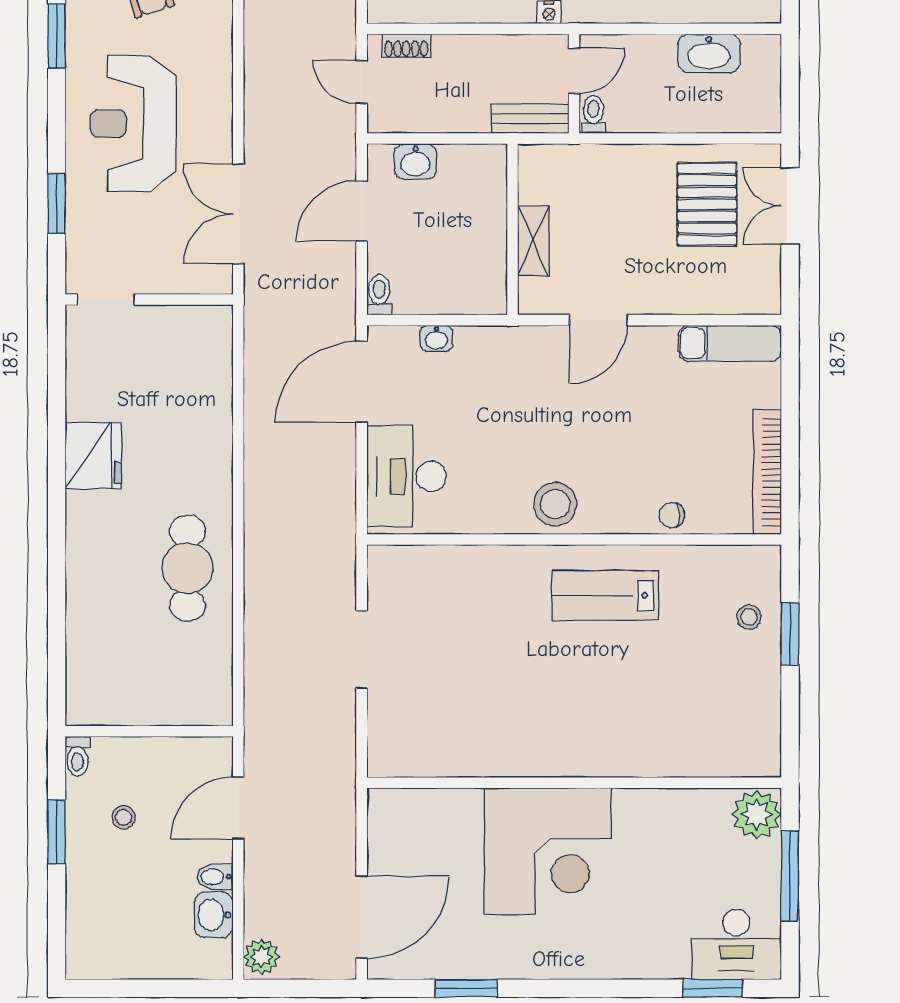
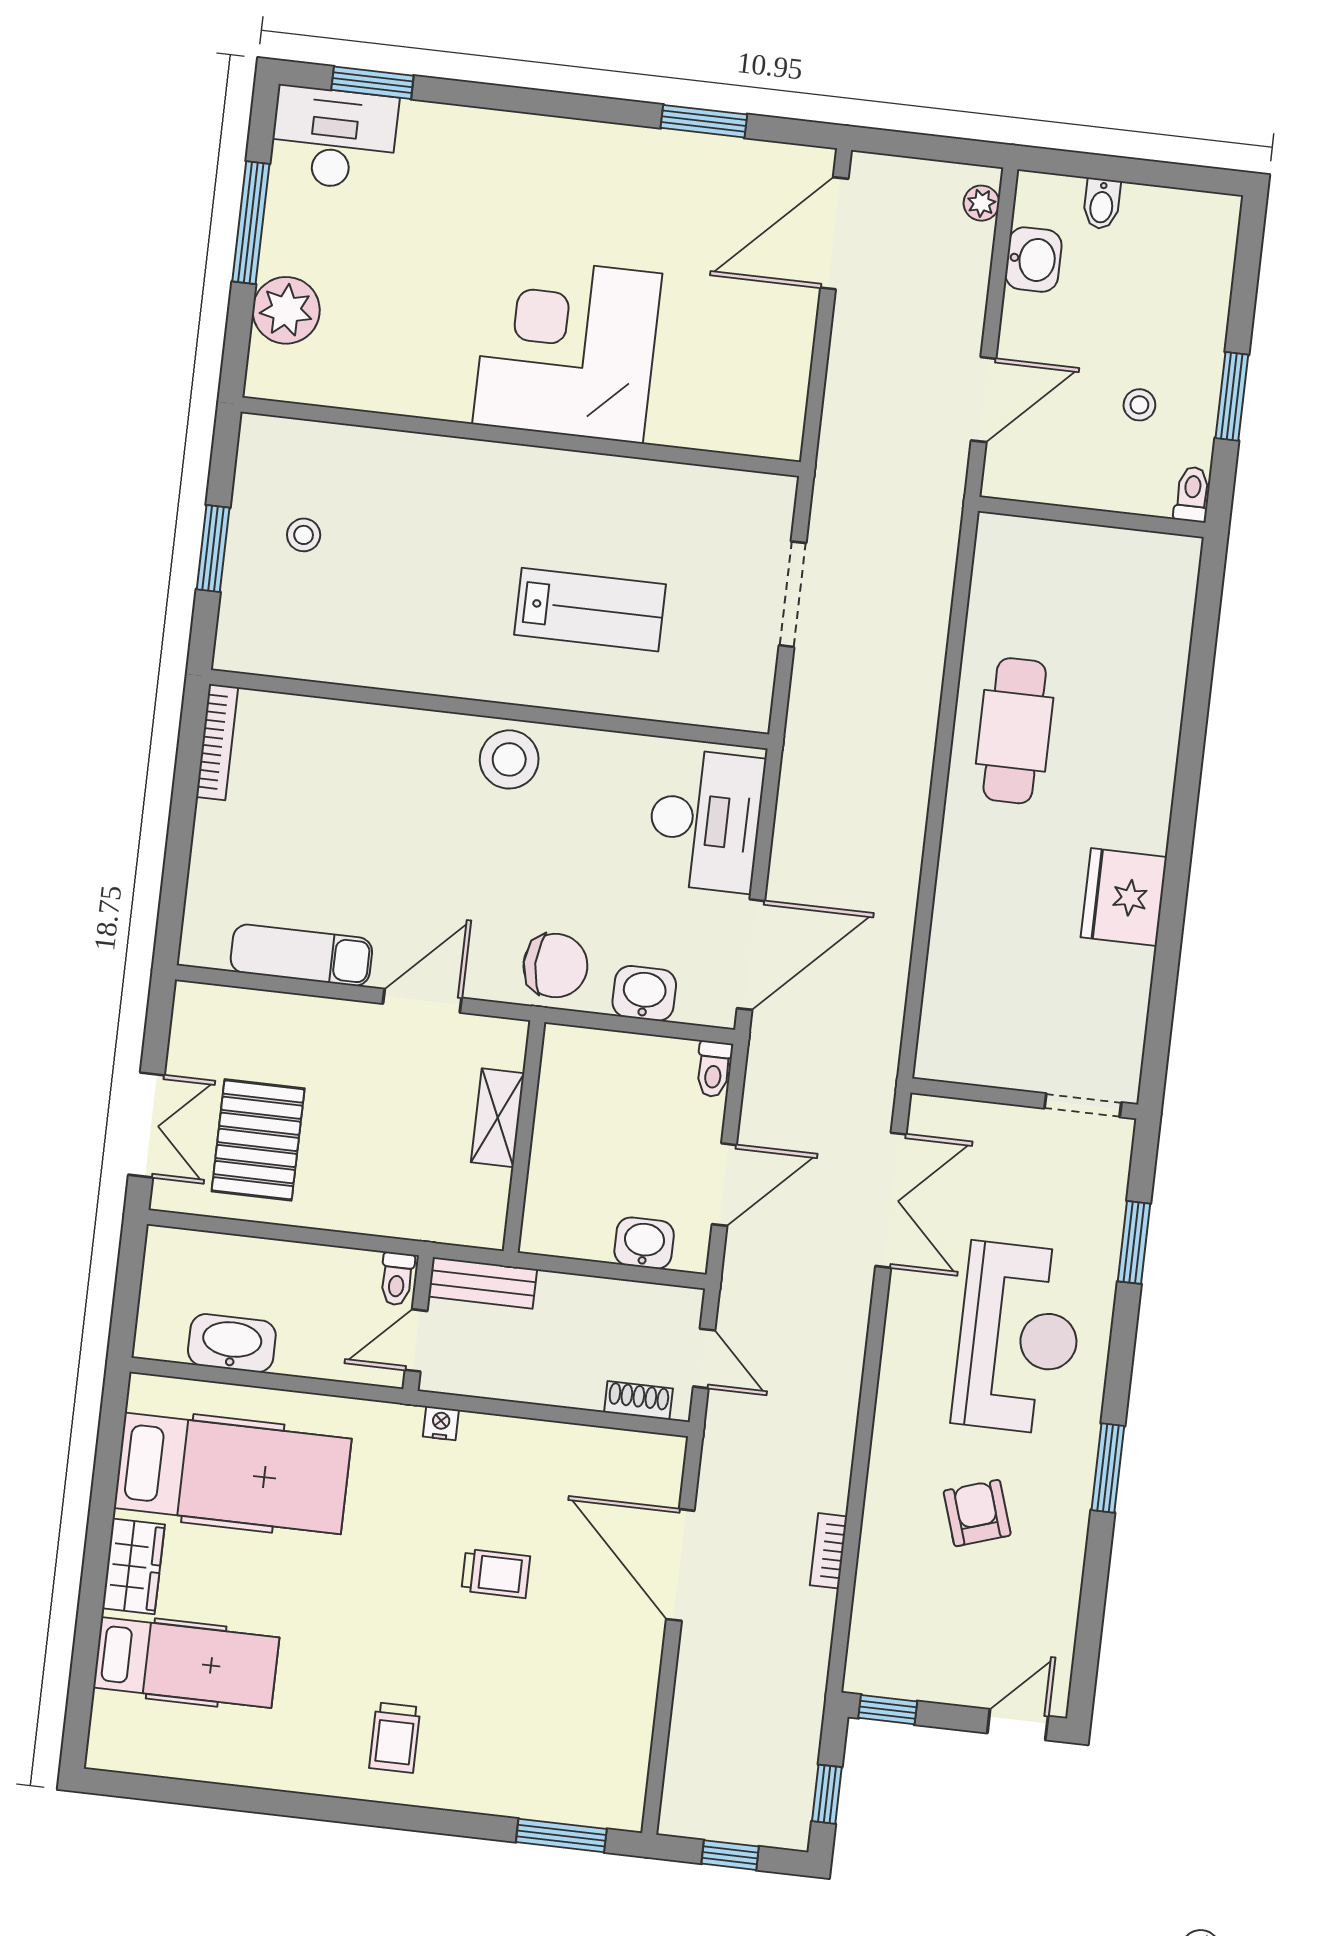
washbasin: (436, 338) -> (644, 993), width x1.38, depth x1.45
exam couch: (730, 343) -> (301, 955), moved
bookcase: (767, 472) -> (217, 742), width x0.68, depth x0.76
chair: (672, 515) -> (555, 966), moved, width x1.87, depth x1.87
lab bench: (605, 595) -> (590, 610), moved
stool: (749, 617) -> (304, 535), moved
wall: (574, 783) -> (521, 437), moved
corner desk: (548, 851) -> (567, 349), moved
bidet: (215, 877) -> (1102, 204), moved, turned 90
plant: (261, 957) -> (981, 203), width x0.73, depth x0.73

